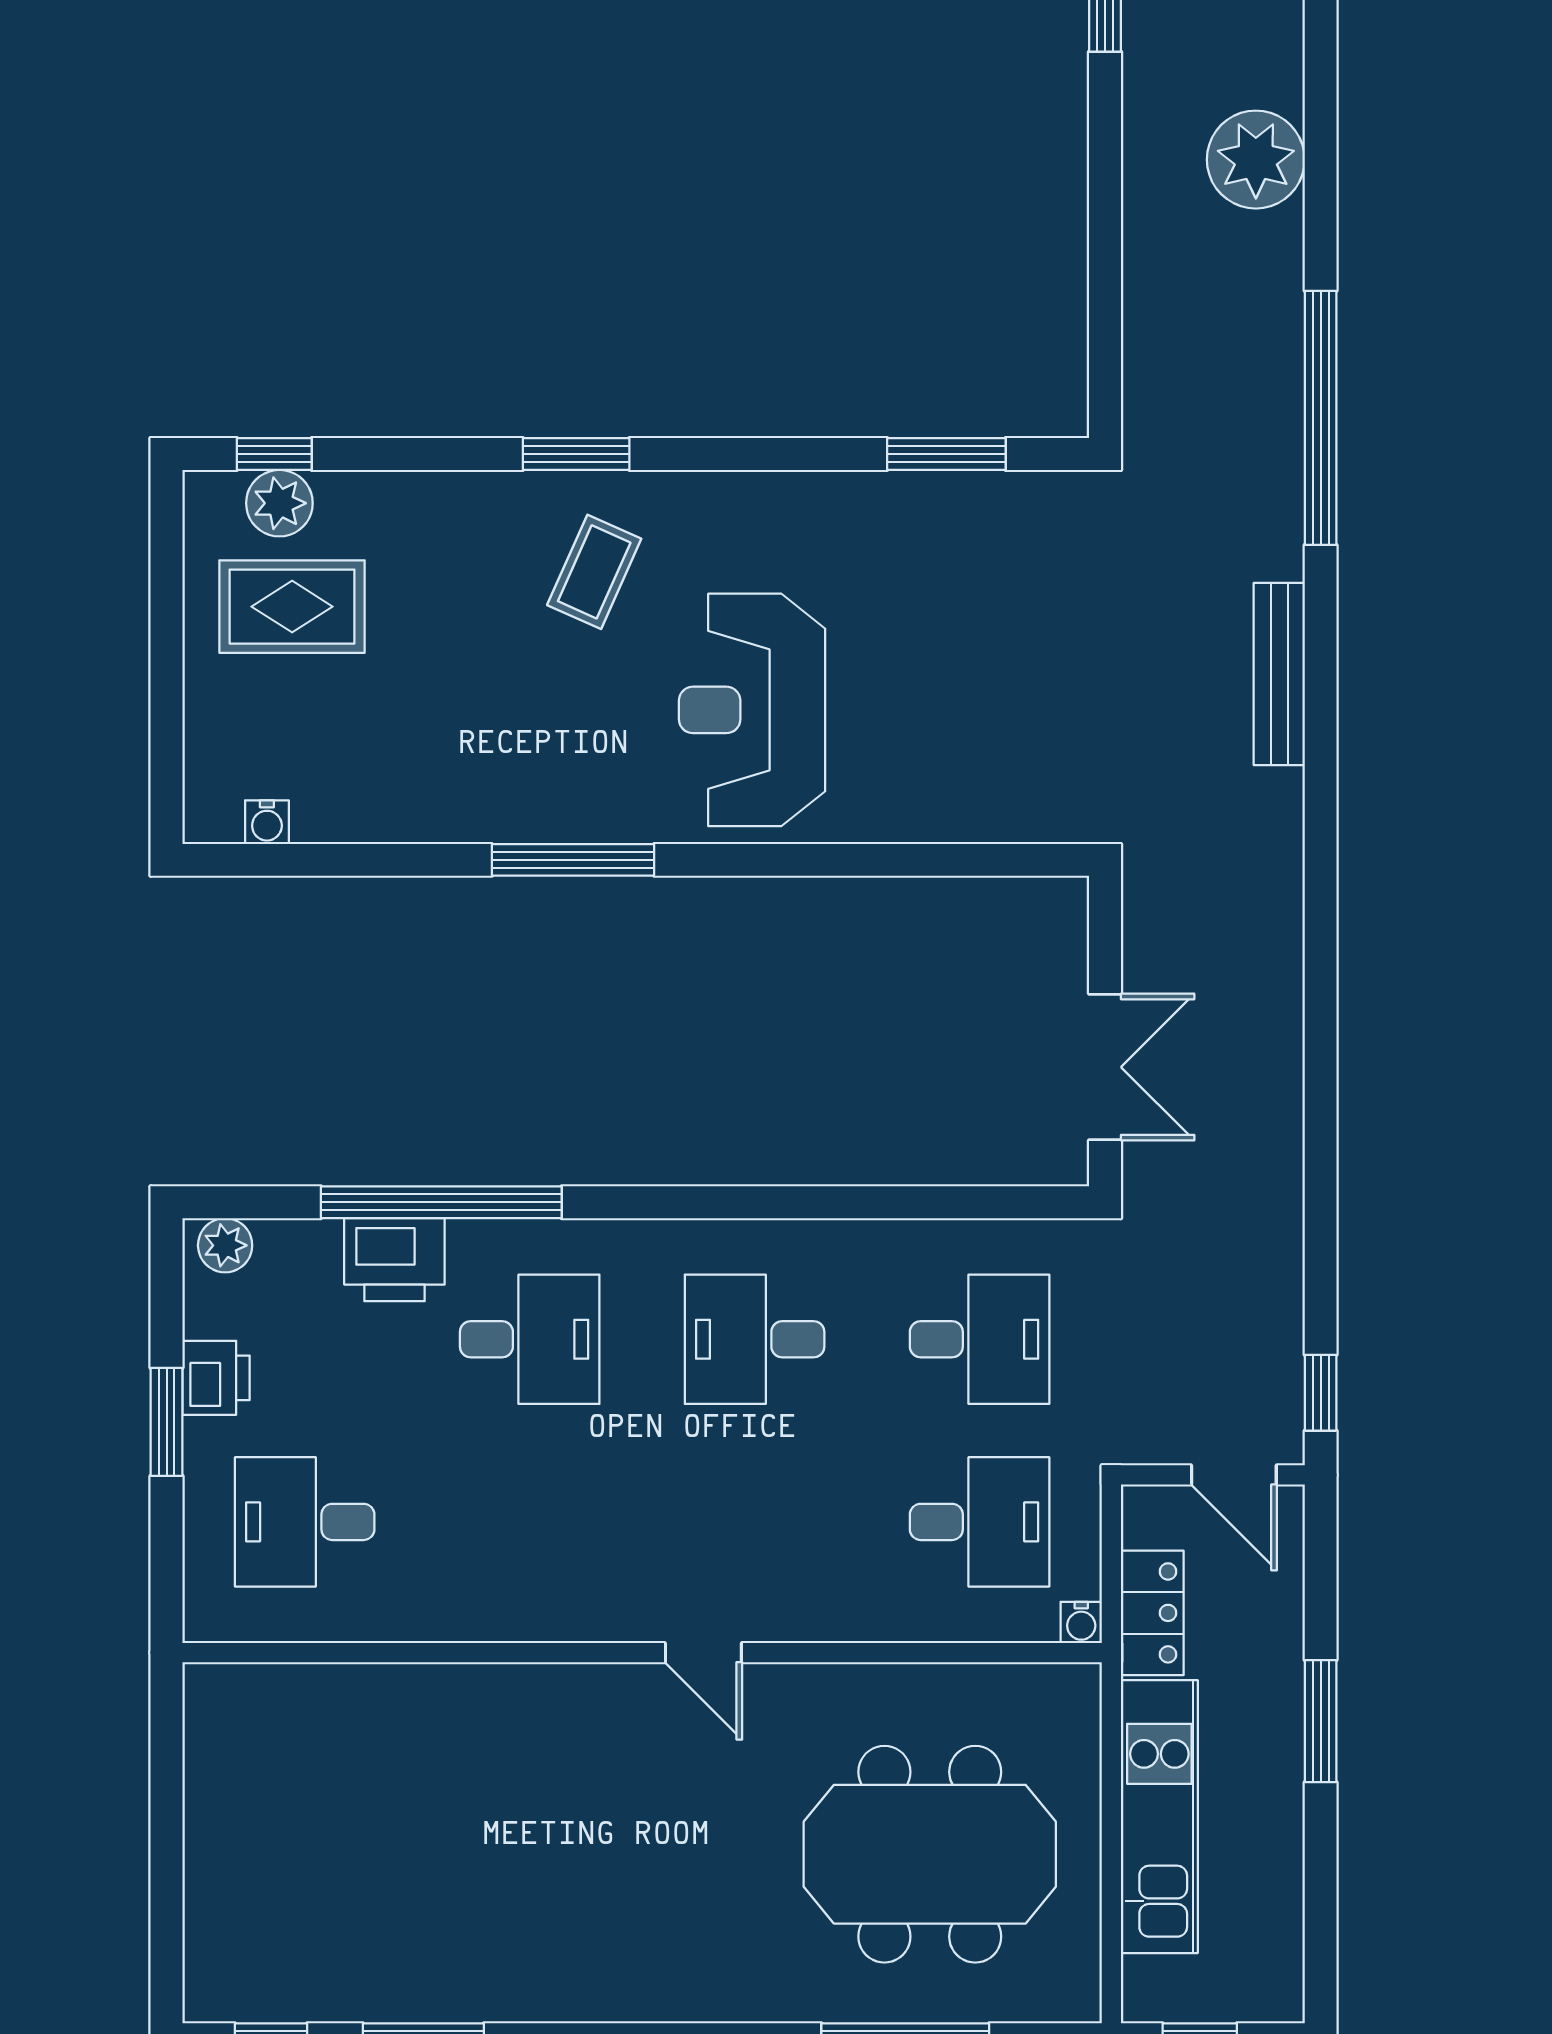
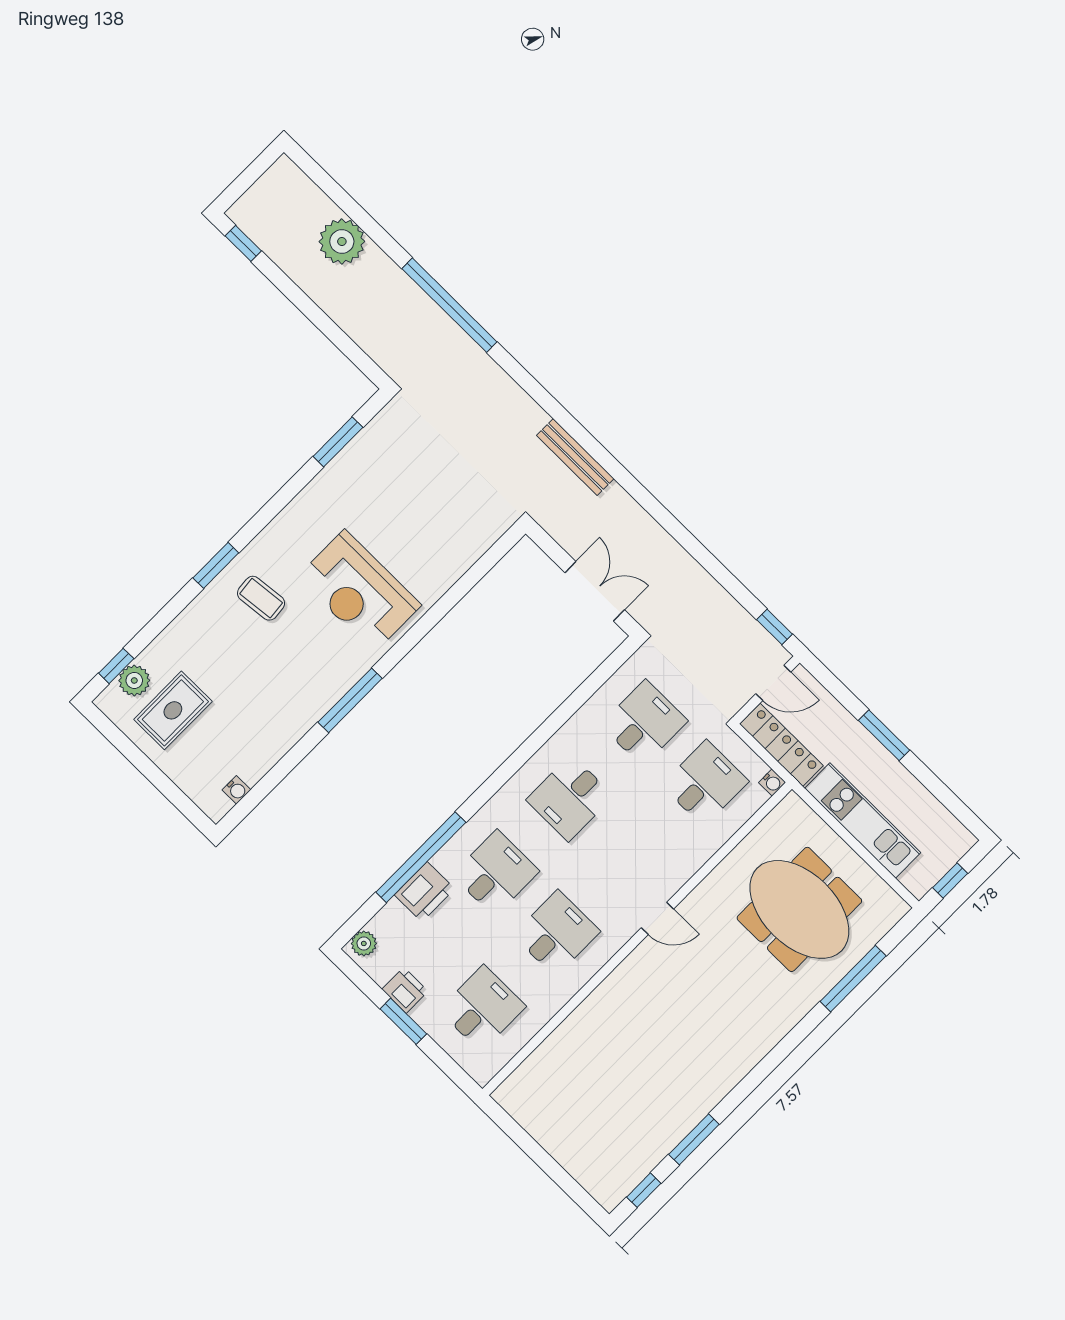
coffee table: (594, 572) -> (261, 598), turned -30
bench: (1279, 674) -> (575, 457), moved
desk: (305, 1522) -> (482, 1008), turned 180
desk: (530, 1522) -> (557, 933), added
locker: (1152, 1613) -> (781, 745), width x1.53
meeting table: (930, 1854) -> (799, 909), turned 90

